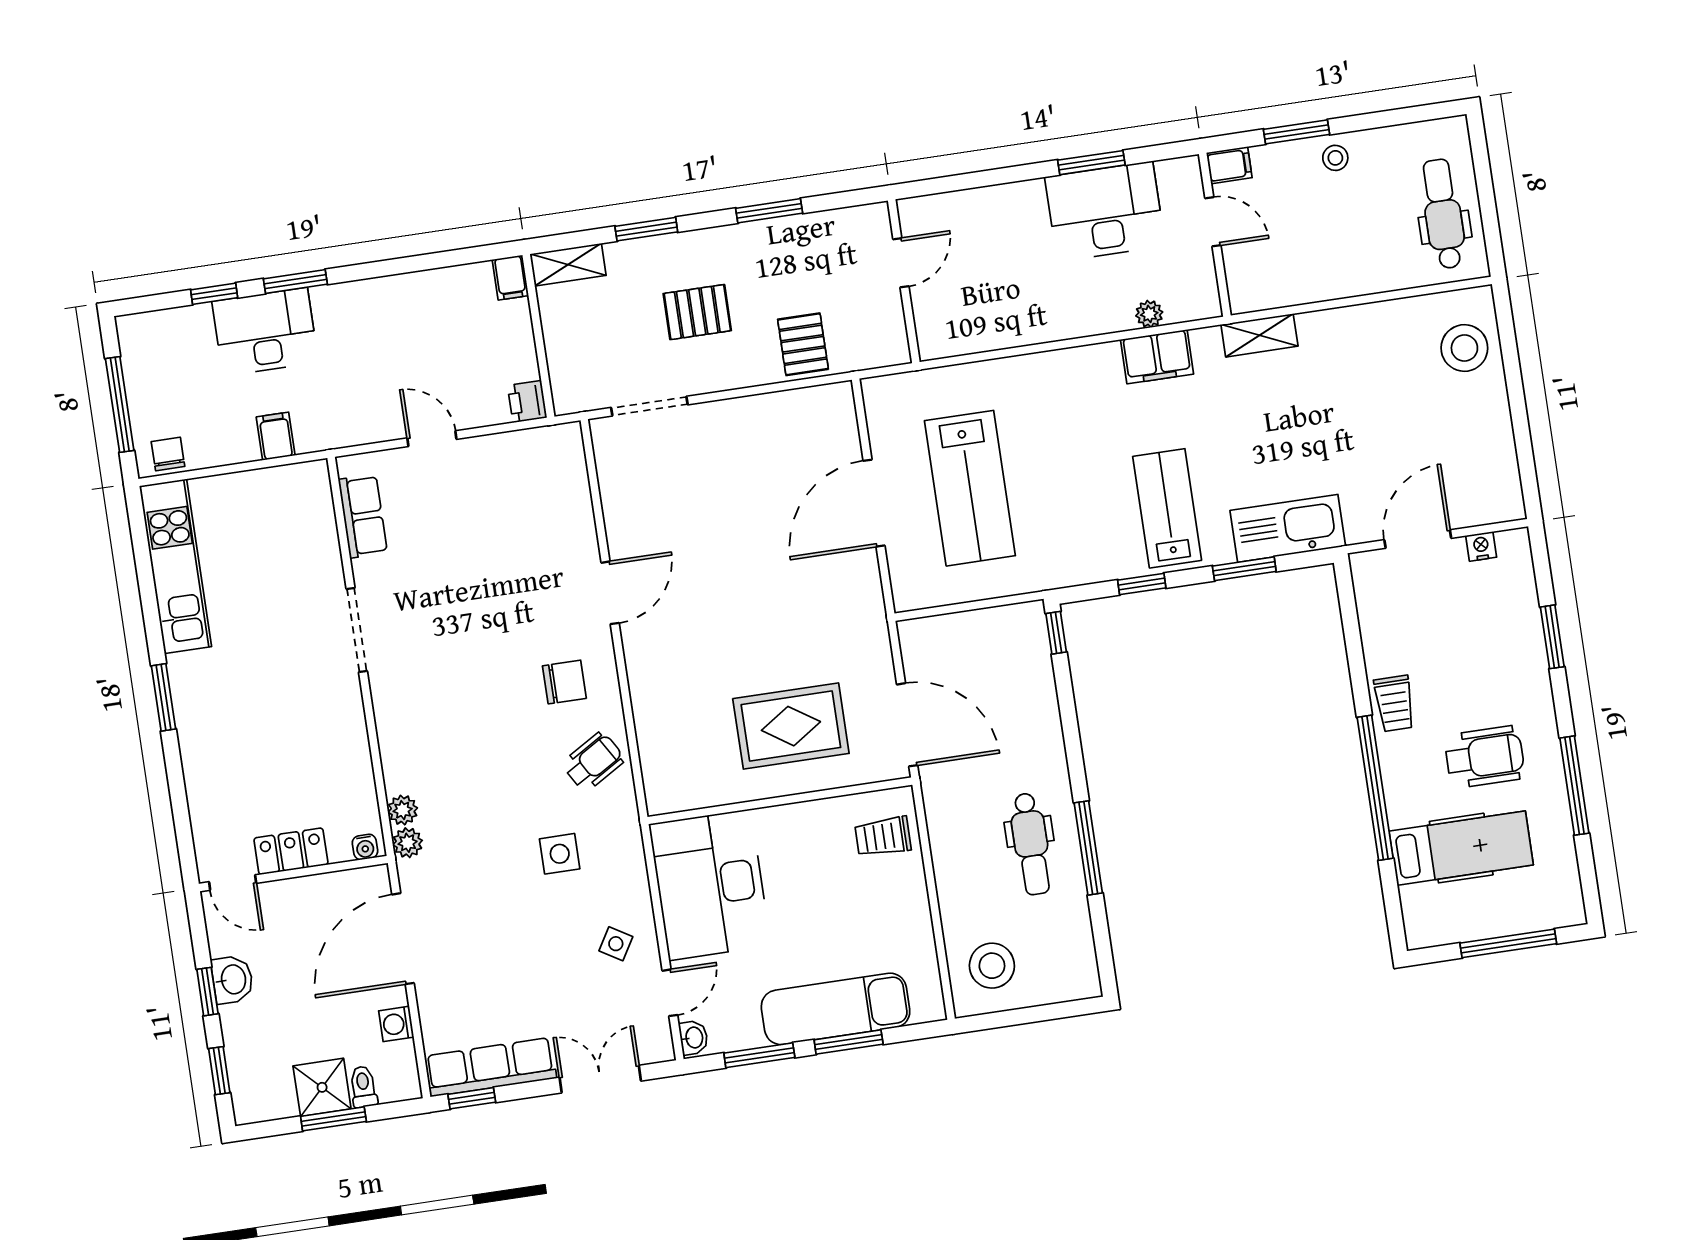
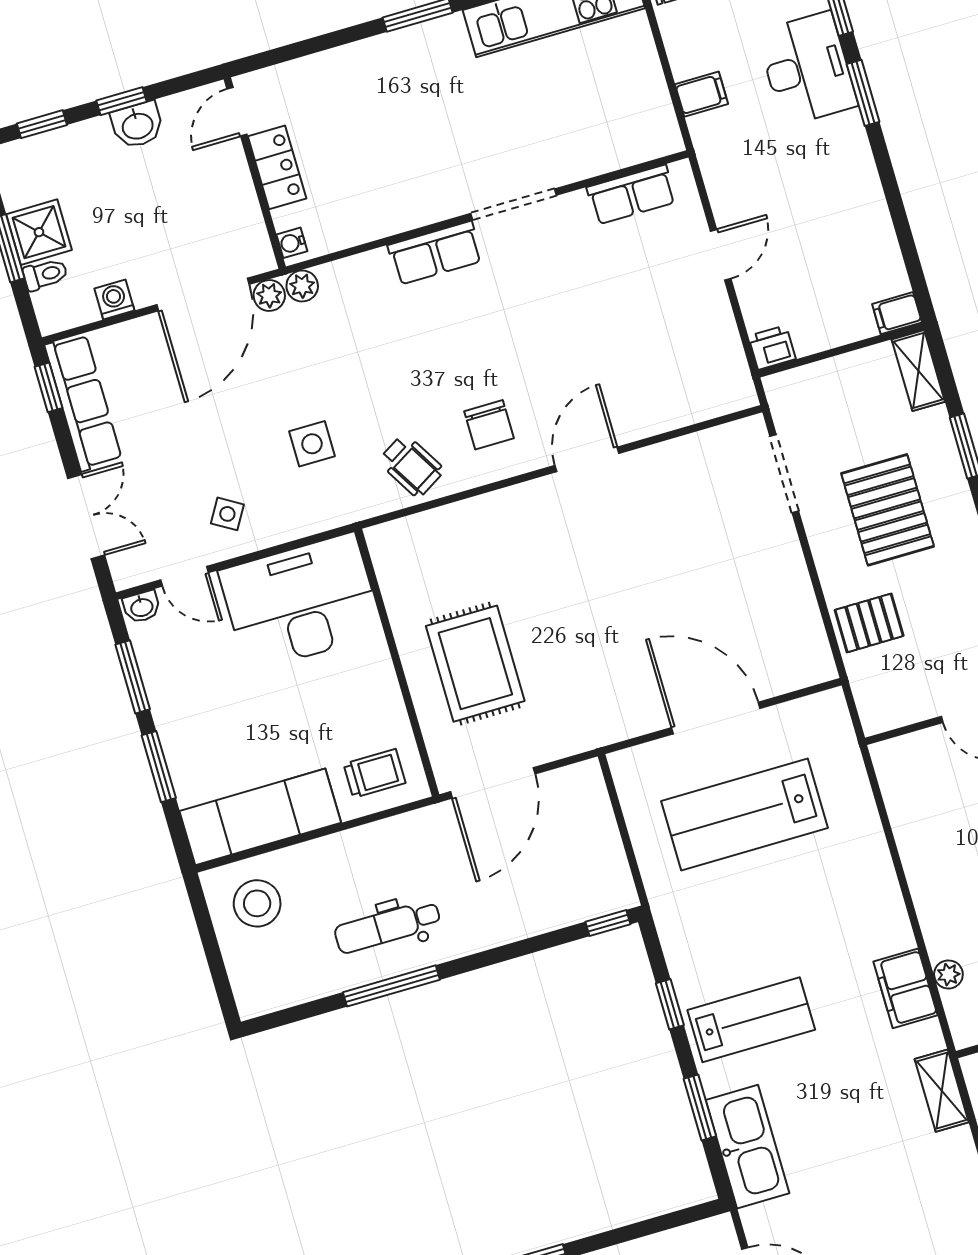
pallet: (697, 312) -> (888, 510), width x1.50, depth x1.42
door: (610, 593) -> (587, 459), swing flipped
row of seats: (393, 711) -> (435, 253), added
plant: (403, 810) -> (269, 296), moved
trolley: (883, 837) -> (374, 773), turned 90
door: (403, 939) -> (203, 295), swing flipped
exam couch: (836, 1009) -> (260, 817), moved, turned -90

